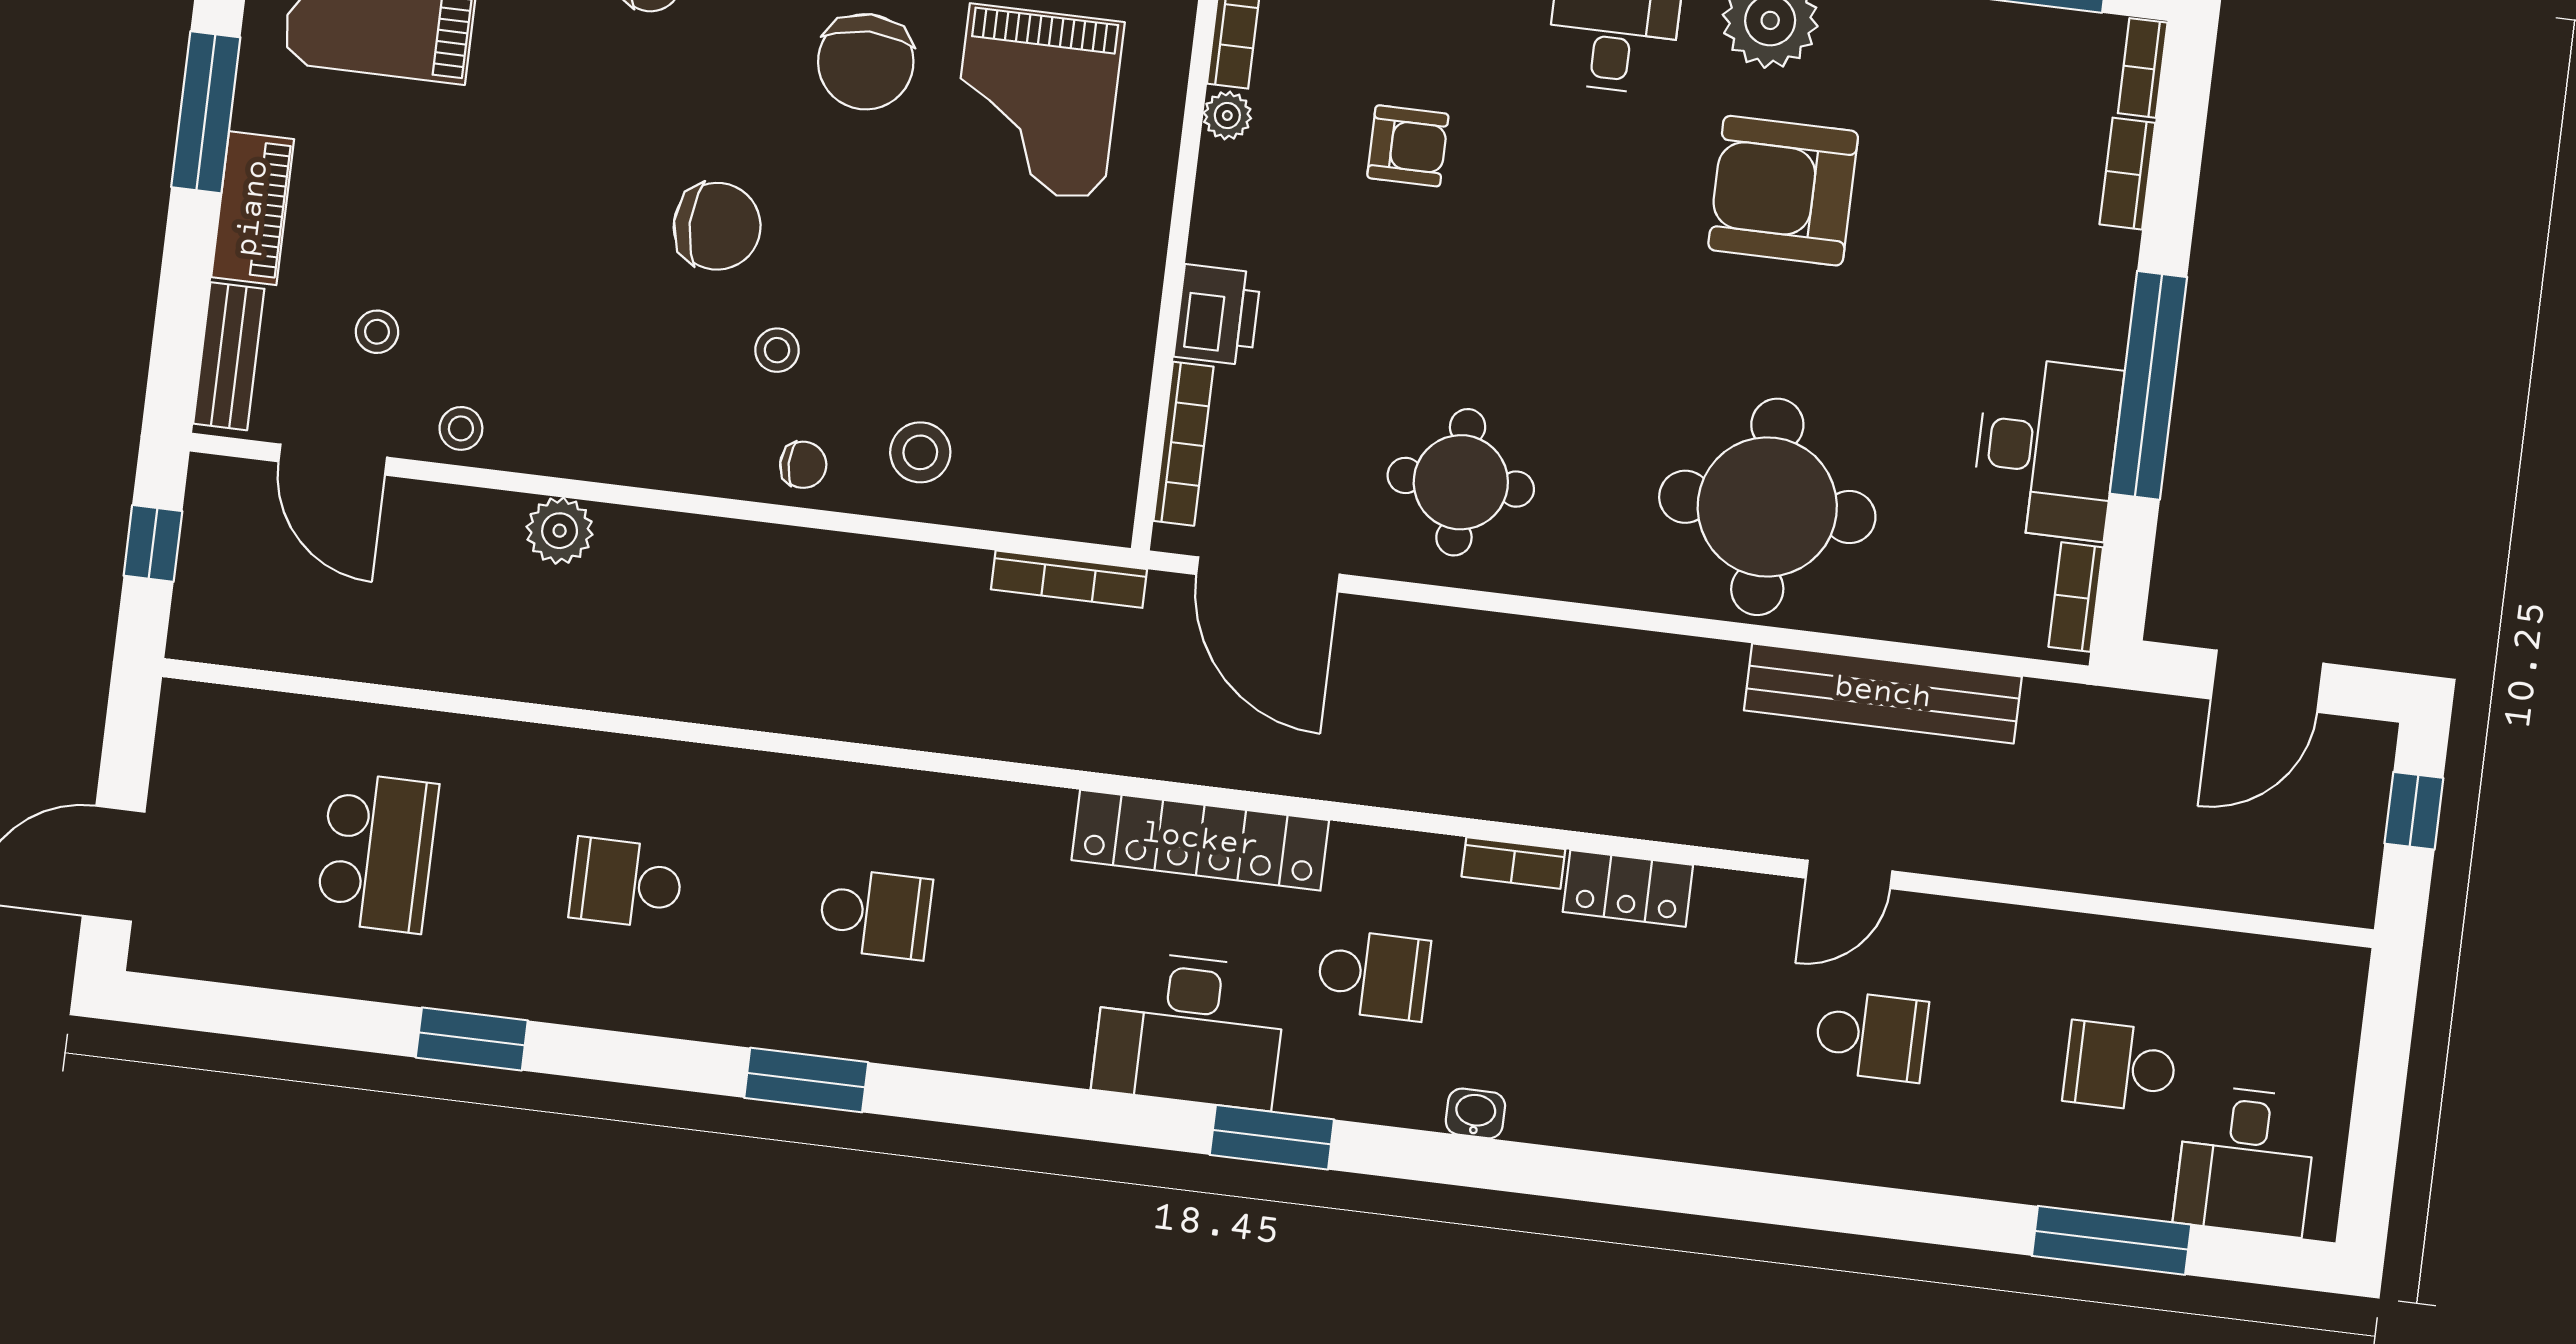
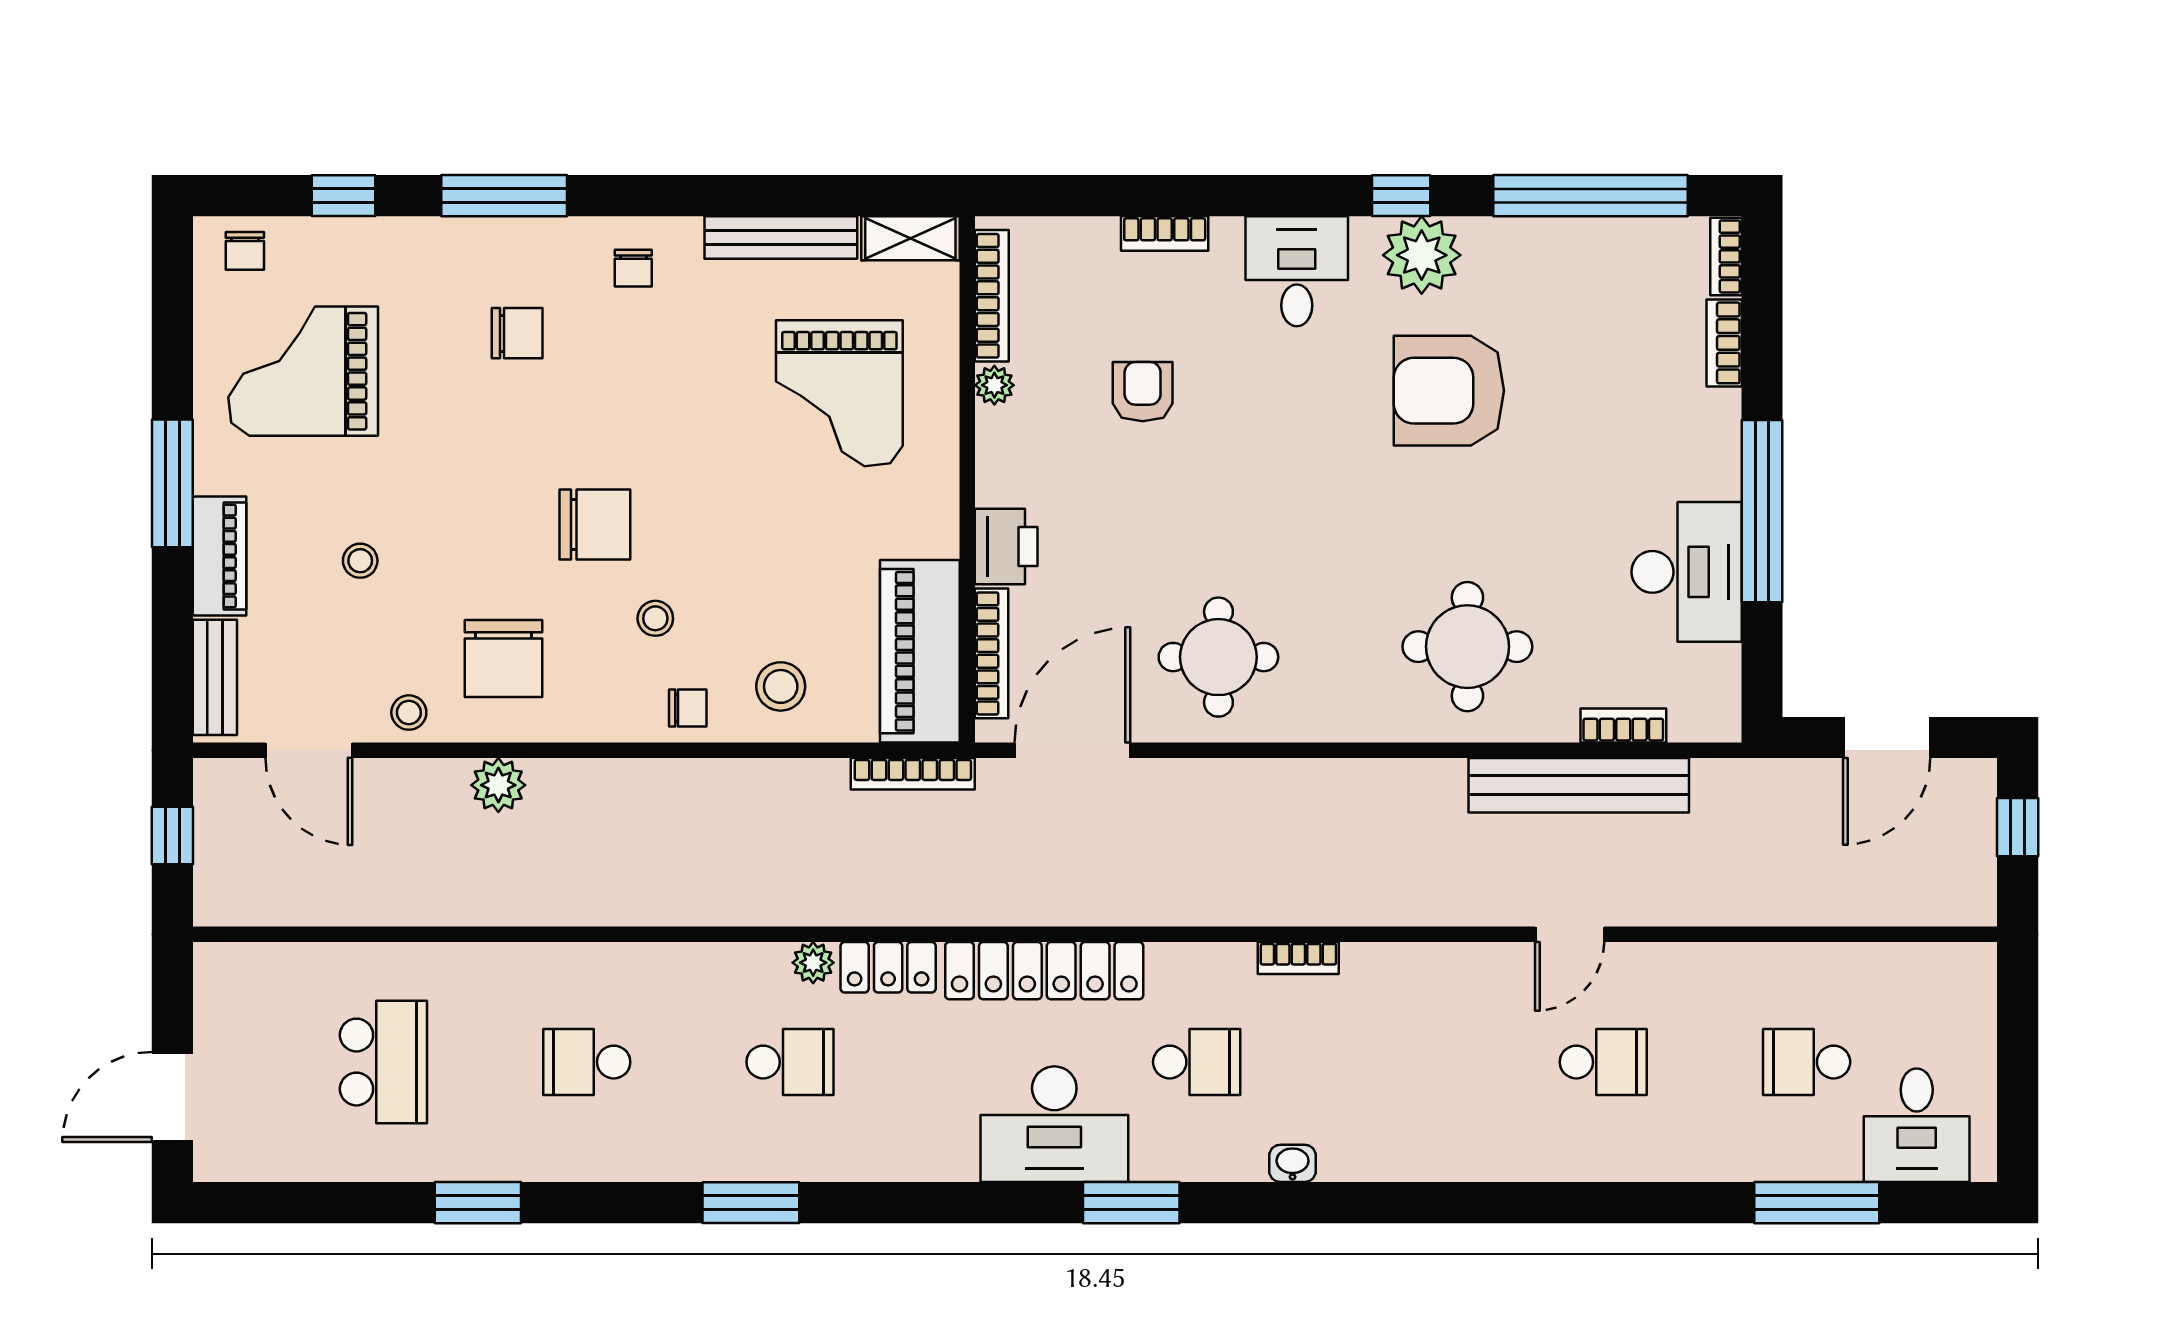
chair: (866, 62) -> (504, 659), moved
armchair: (1408, 146) -> (1143, 392), turned -90
stool: (377, 332) -> (360, 561), moved
piano: (1096, 430) -> (920, 651), added
round table: (1767, 507) -> (1467, 647), width x0.73, depth x0.73
door: (1268, 574) -> (1072, 750), swing flipped
bookcase: (2076, 597) -> (1623, 725), moved, turned 90
plant: (918, 795) -> (813, 963), added
locker: (1628, 888) -> (888, 967), moved

